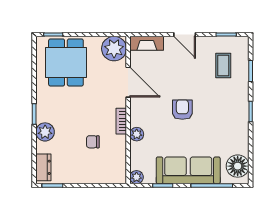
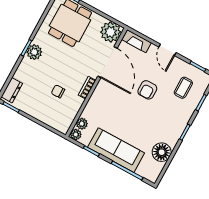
door: (128, 82) -> (107, 62), width x1.36
armchair: (182, 110) -> (147, 90), moved, turned 180
plant: (45, 132) -> (34, 52), moved
plant: (137, 134) -> (82, 124), moved
floor lamp: (238, 166) -> (162, 152), moved

